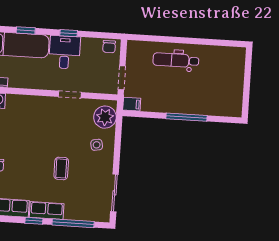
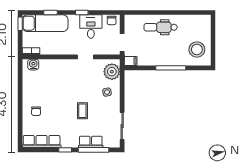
desk: (65, 52) -> (91, 27), moved
stool: (224, 94) -> (197, 49), added
row of seats: (47, 210) -> (91, 142), moved

